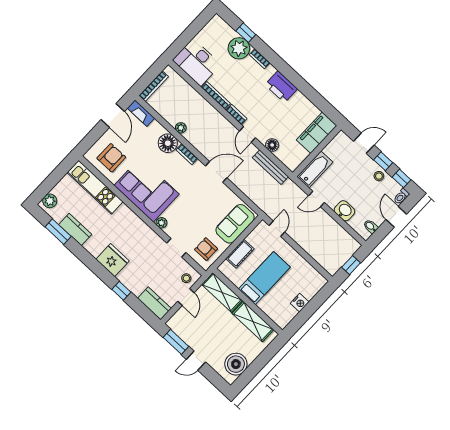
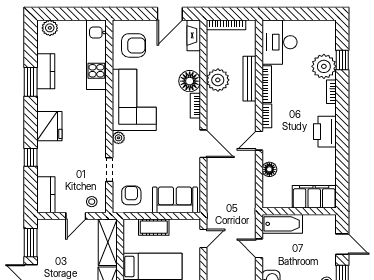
plant: (181, 128) -> (218, 80), width x1.88, depth x1.88
bench: (270, 167) -> (250, 79), moved
window: (58, 232) -> (31, 82), moved

